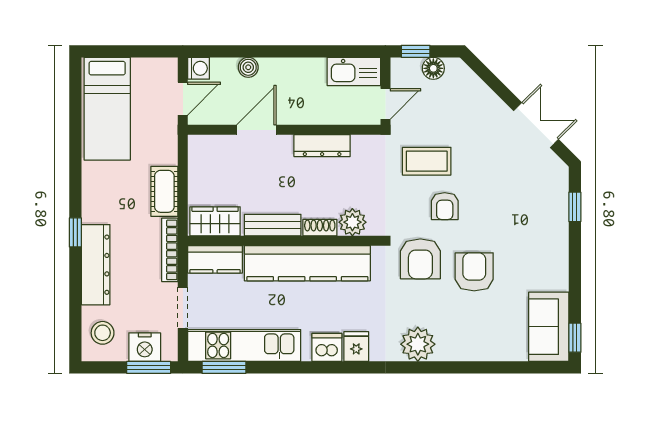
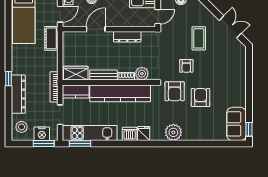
coffee table: (427, 161) -> (199, 38), moved, turned 90
cot: (164, 191) -> (51, 38), moved
window: (575, 207) -> (249, 66), removed

